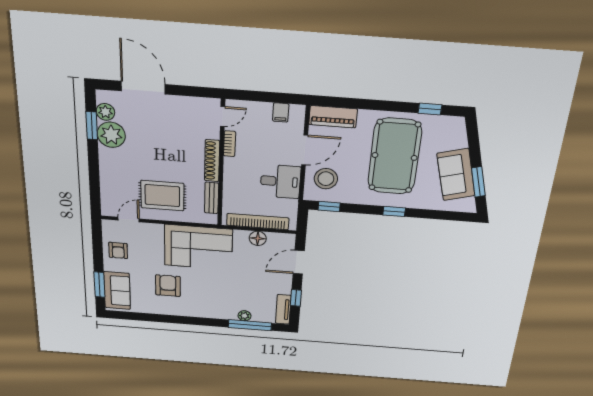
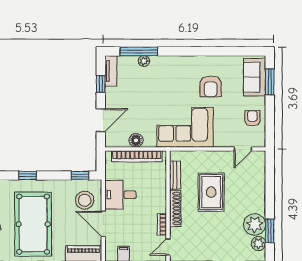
door: (305, 150) -> (103, 224), hinge flipped
rug: (162, 196) -> (211, 192), moved, turned 90

